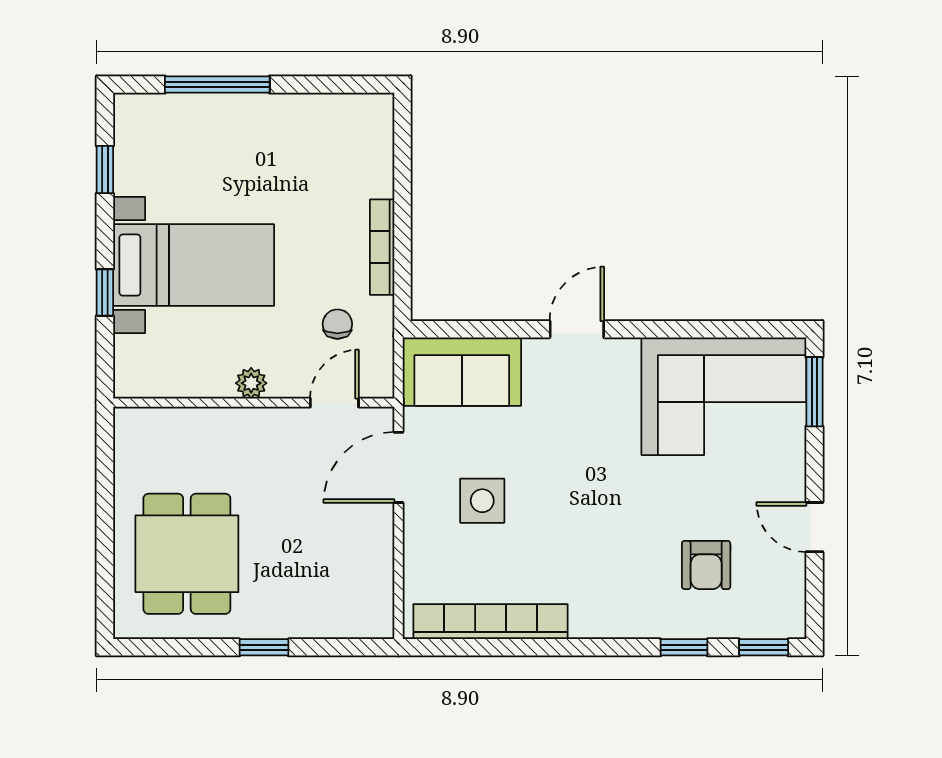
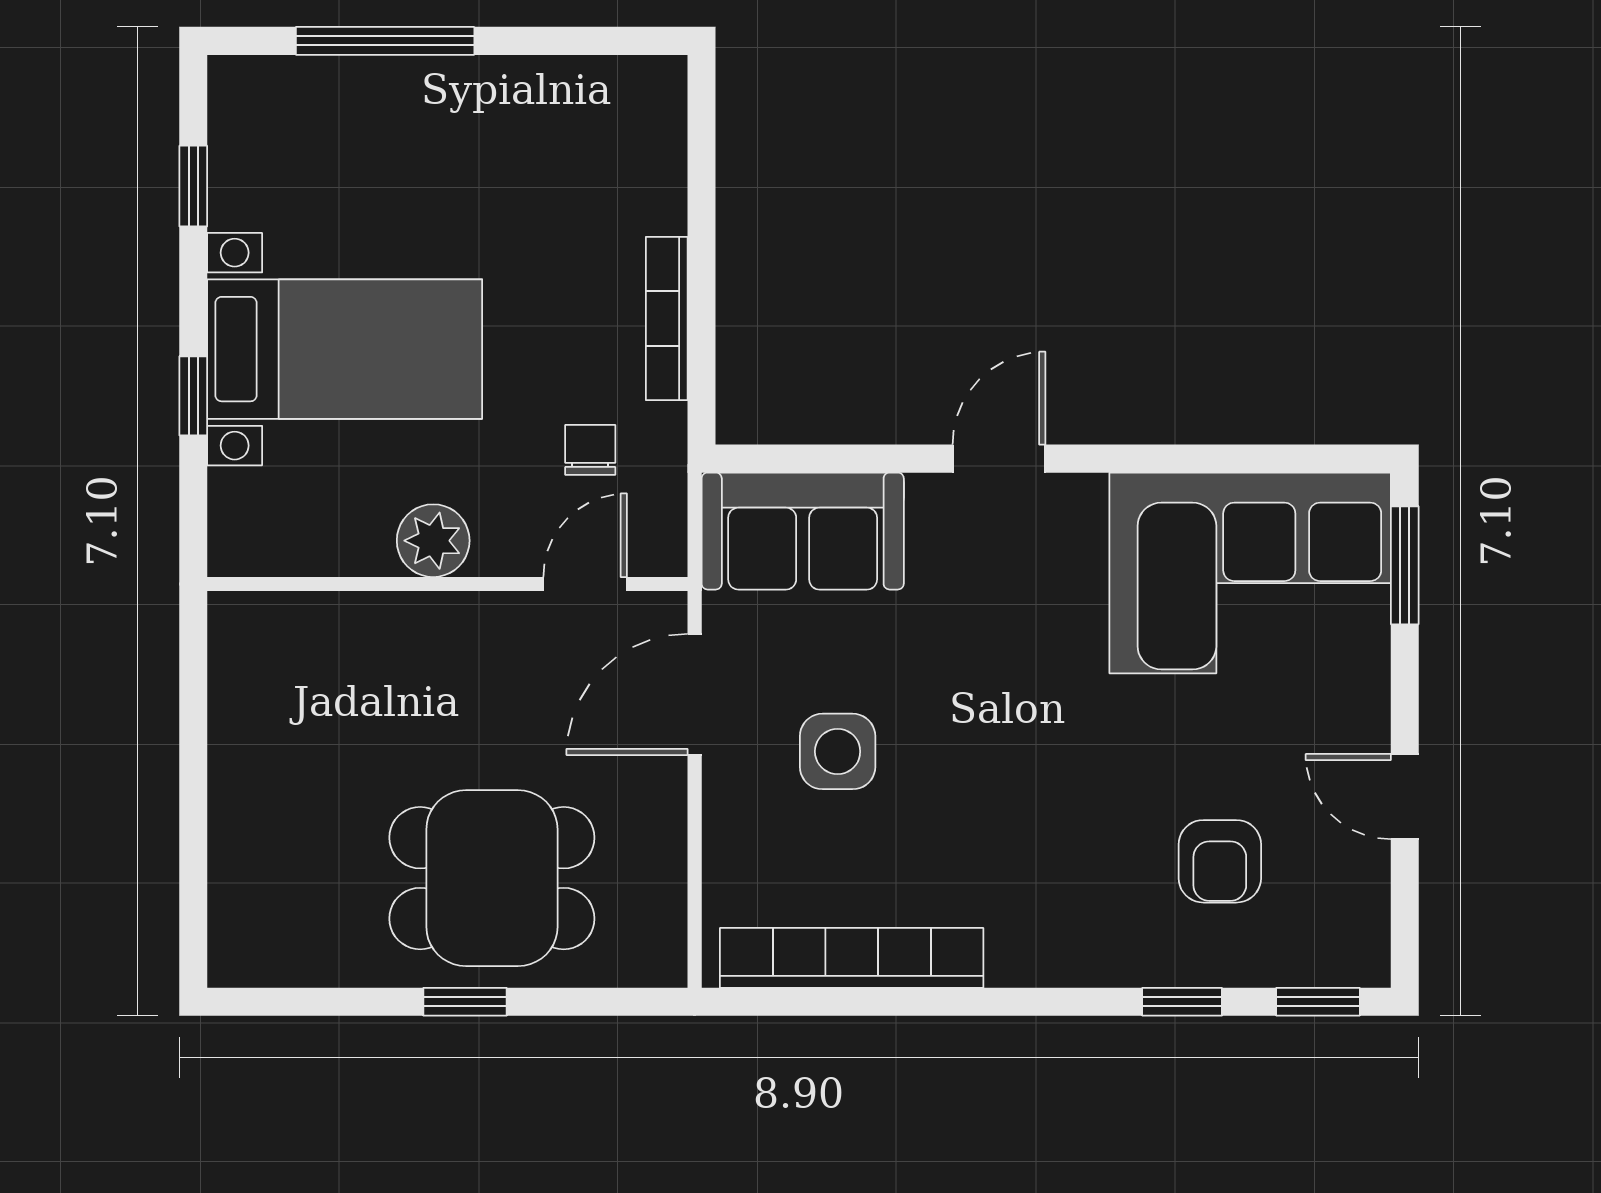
plant: (251, 383) -> (433, 541), width x1.38, depth x1.38
dining table: (187, 554) -> (492, 878), moved, turned 90

